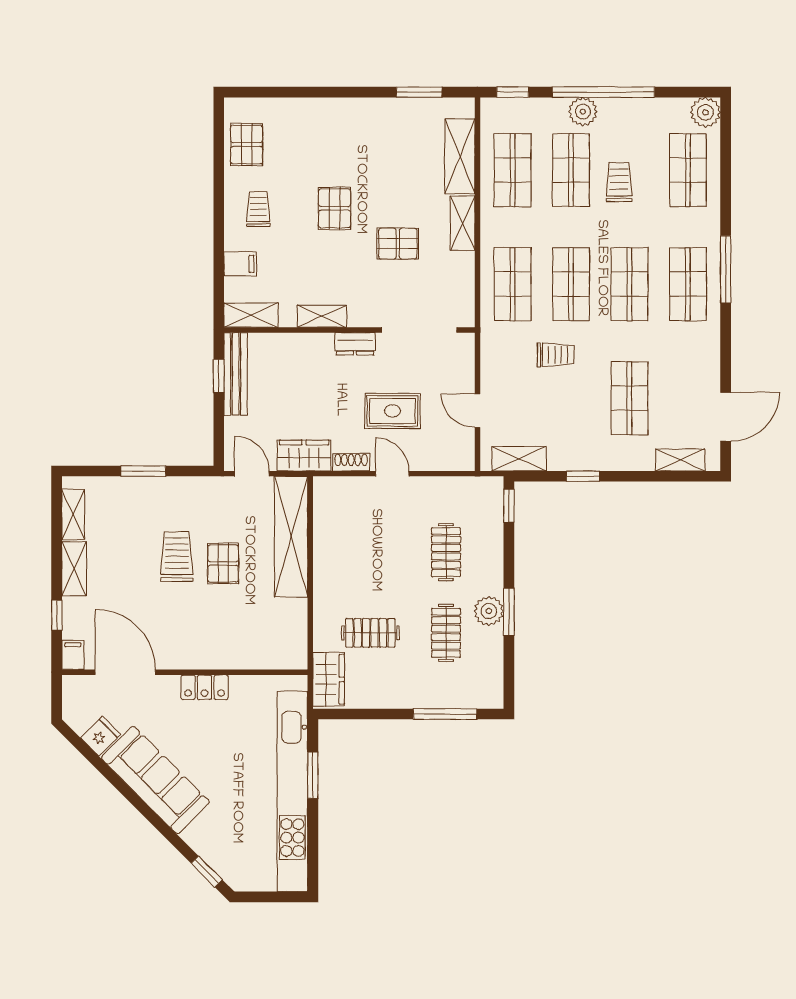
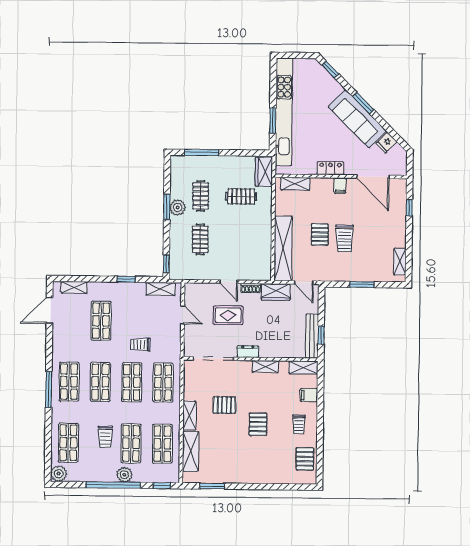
shelving: (74, 569) -> (295, 184), moved, turned 90
filing cabinet: (73, 655) -> (340, 186), moved
window: (145, 810) -> (363, 103), added

